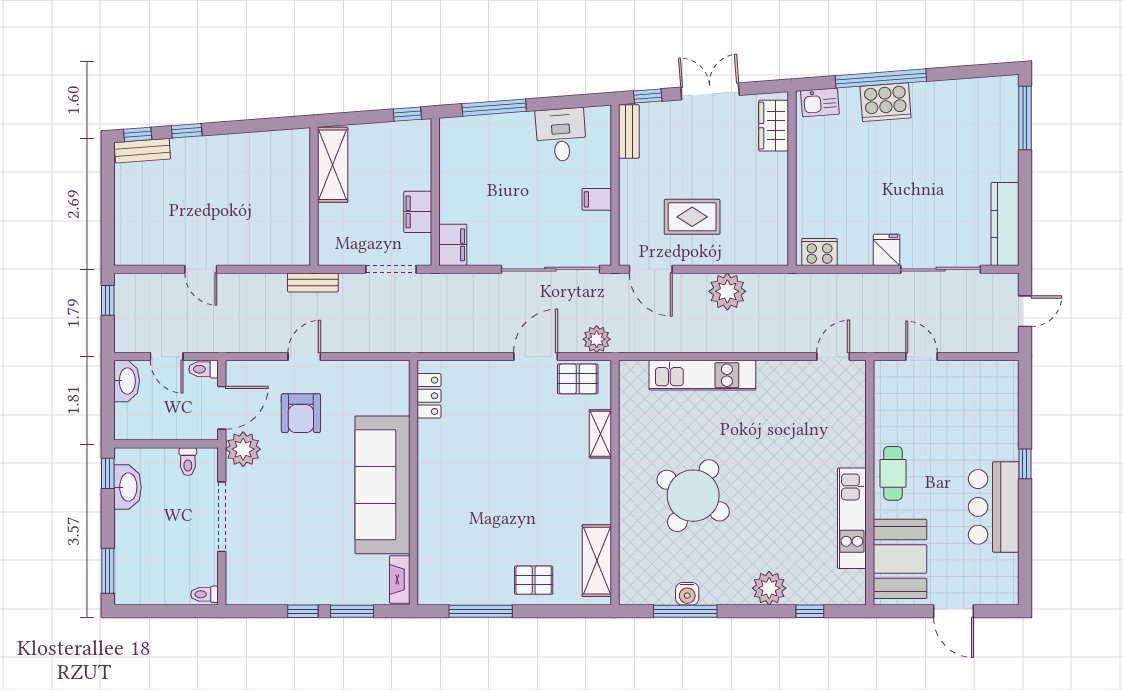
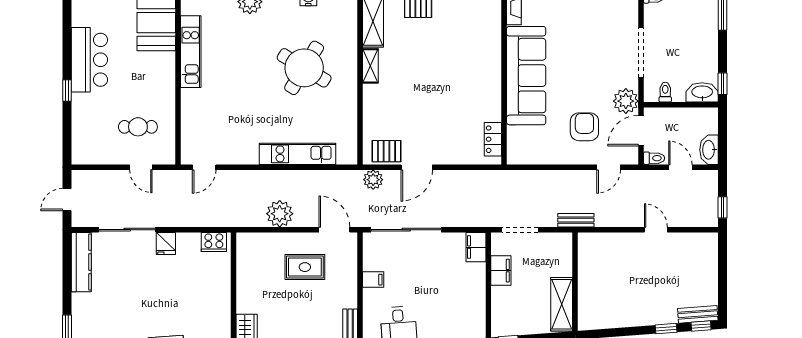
door: (304, 357) -> (609, 167), moved
shelving: (600, 434) -> (370, 66), moved
cafe table: (893, 473) -> (138, 127), moved, turned 90
washbasin: (128, 487) -> (702, 92), moved, turned 90

